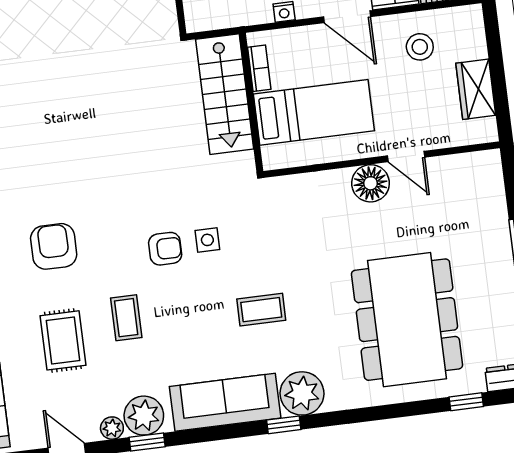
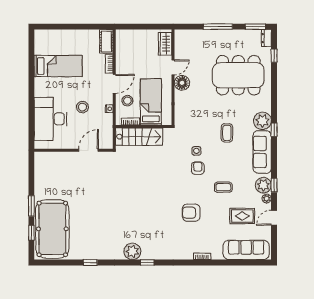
stool: (420, 47) -> (127, 101), moved
wardrobe: (476, 89) -> (165, 44), moved, turned 90
rug: (63, 340) -> (242, 216), moved

